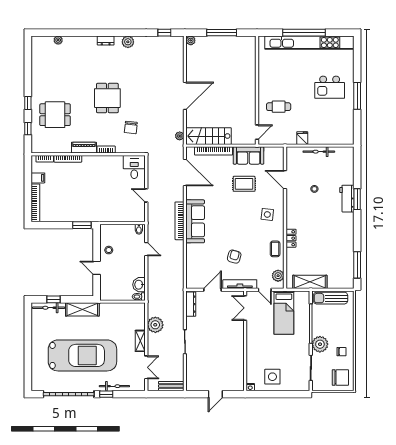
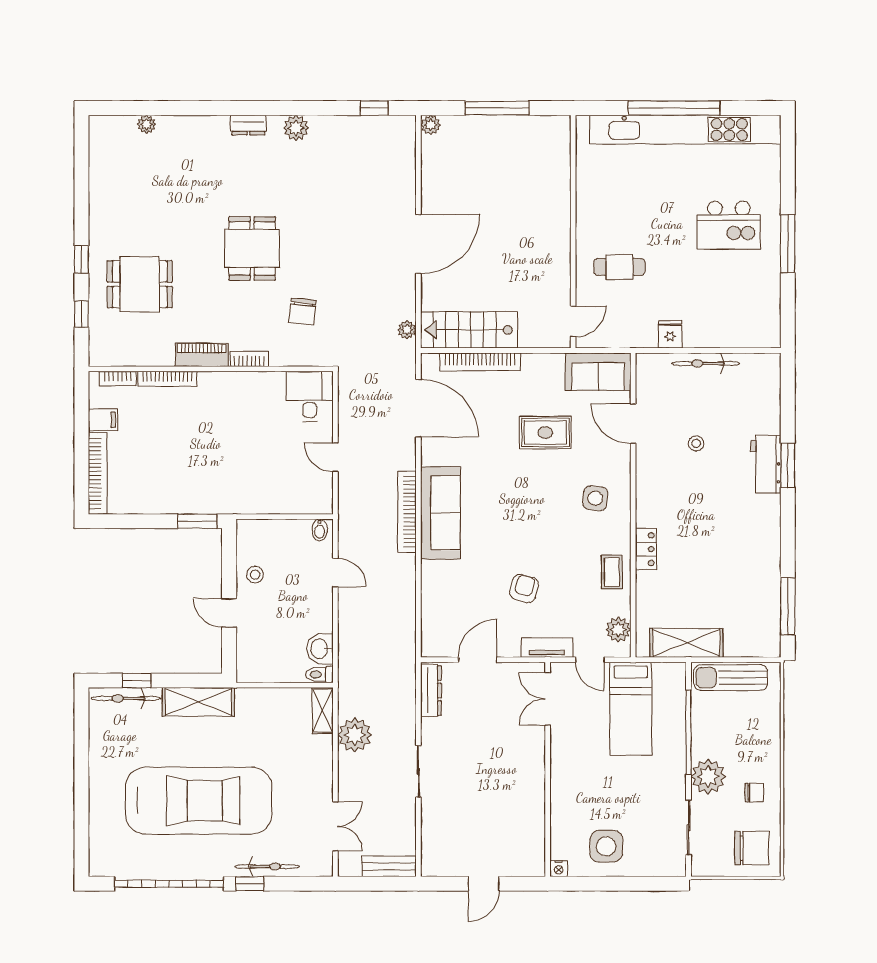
sofa: (248, 155) -> (598, 372), moved
tv unit: (240, 284) -> (547, 648), width x0.71
shelving: (140, 341) -> (323, 711), moved

